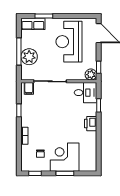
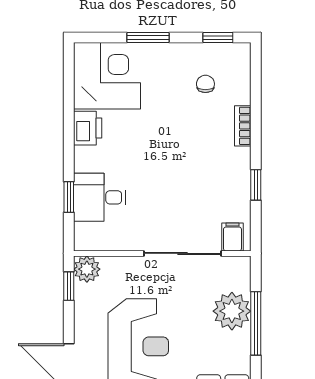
desk: (85, 93) -> (100, 197), moved
printer: (91, 124) -> (88, 128), moved
corner desk: (65, 157) -> (107, 76), moved, turned -90

